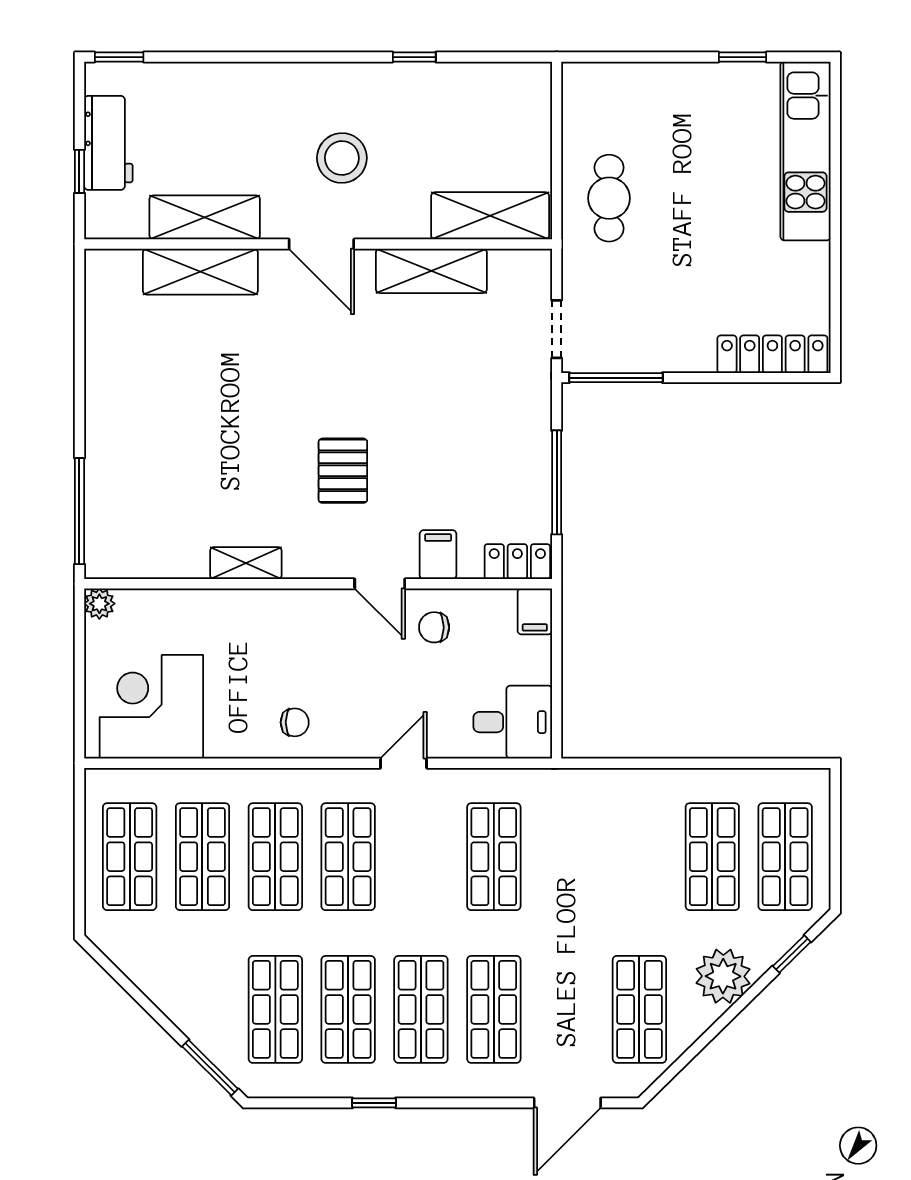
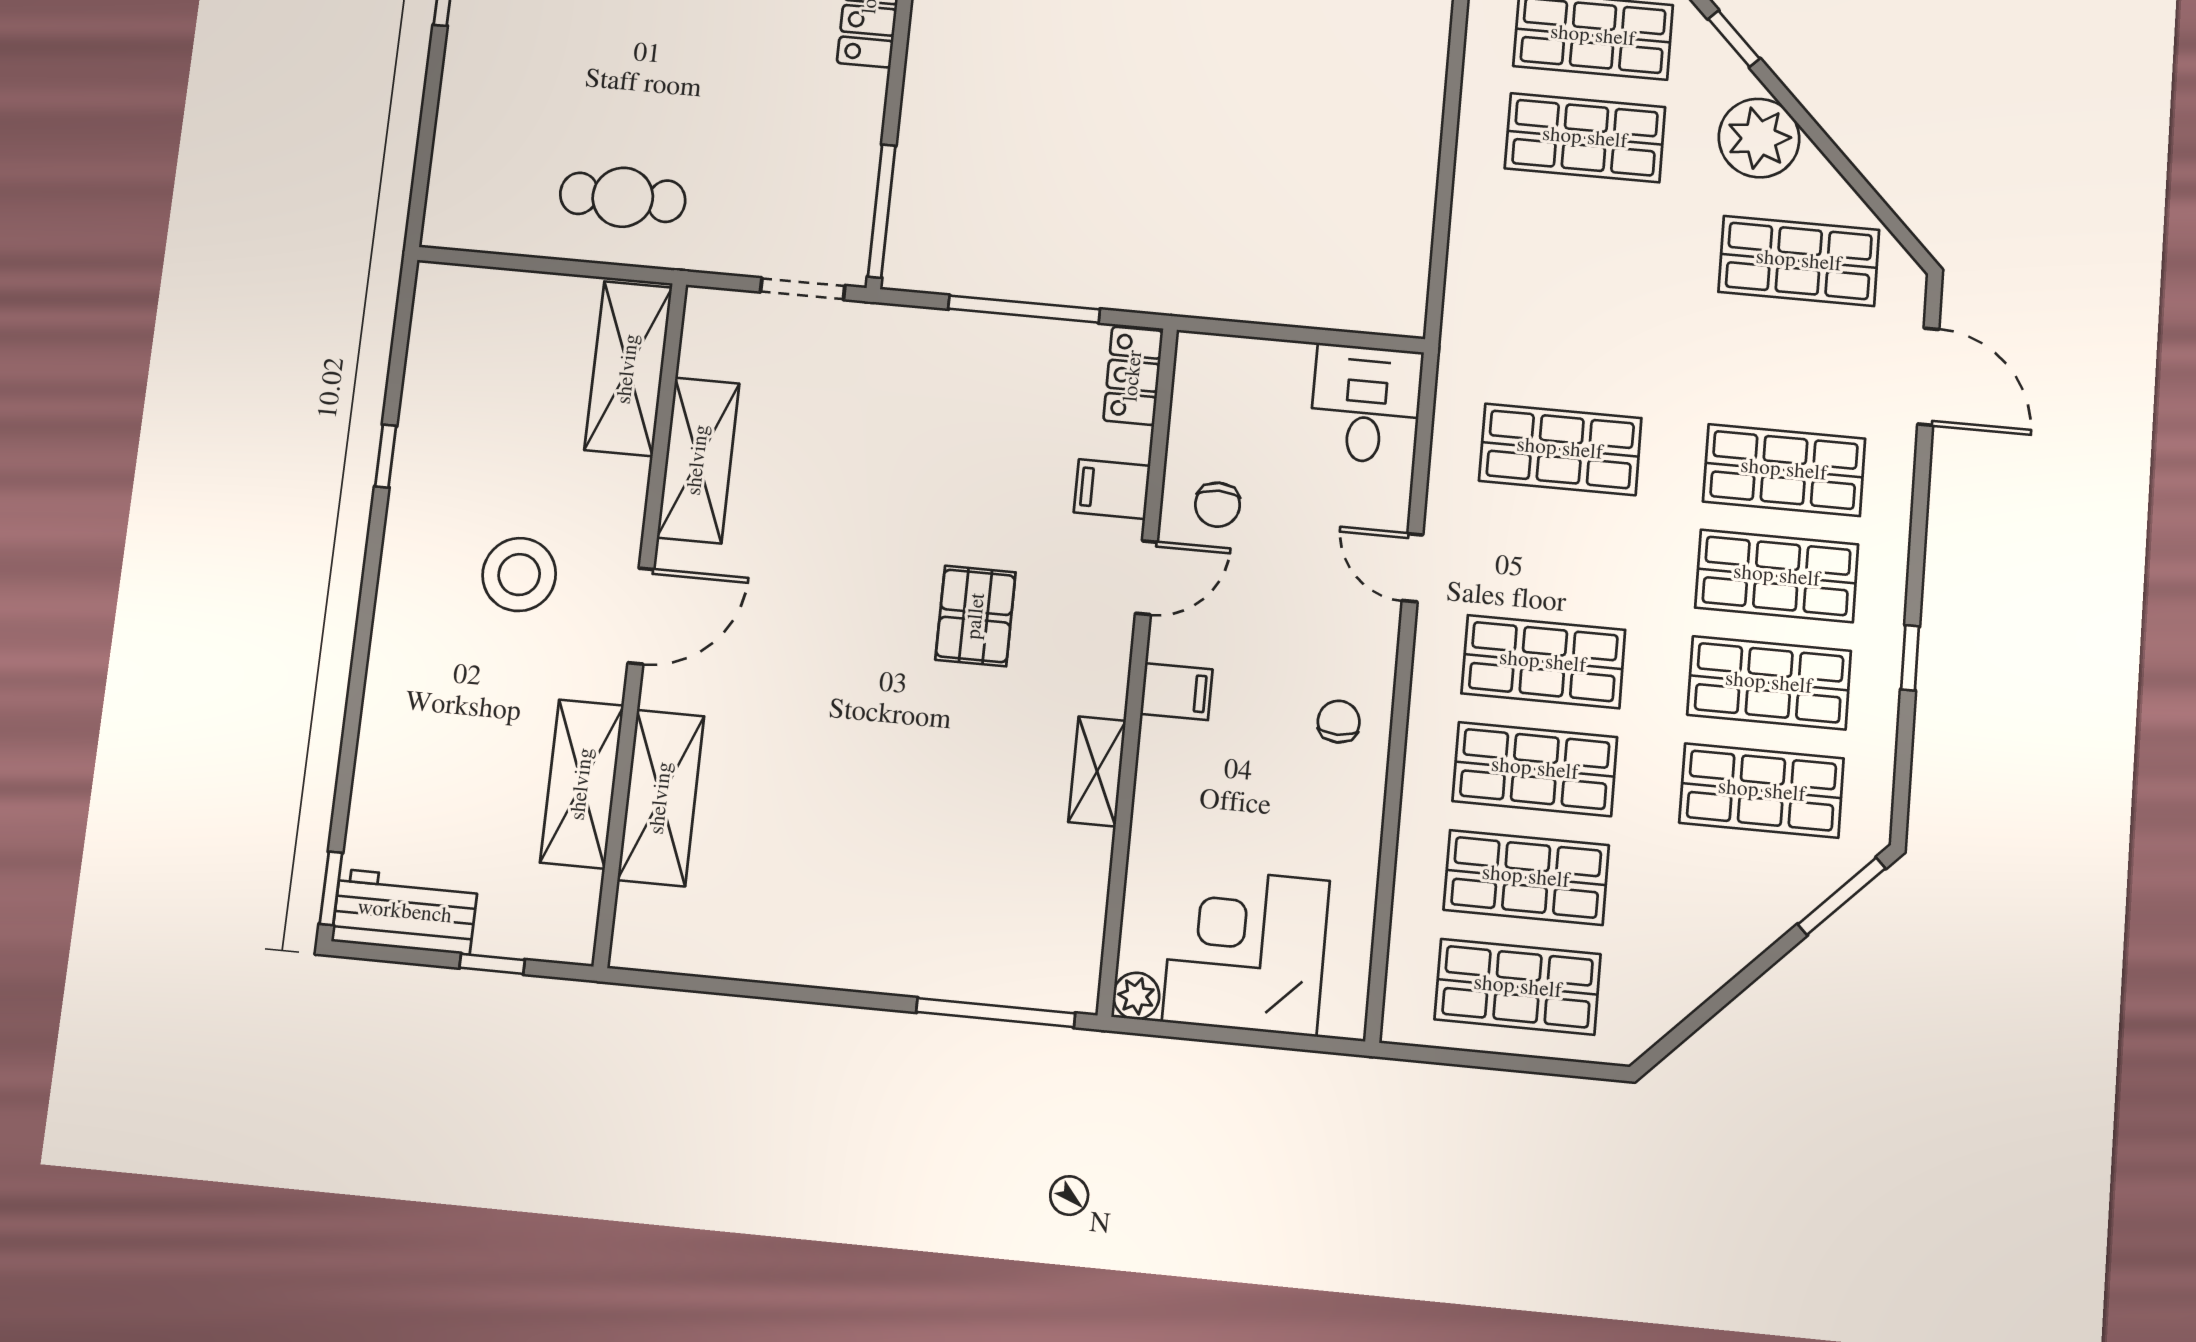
workbench: (108, 143) -> (405, 912), moved
pallet: (343, 471) -> (976, 616), turned 90
filing cabinet: (535, 611) -> (1176, 692), moved
corner desk: (151, 707) -> (1246, 951), moved, turned 90

